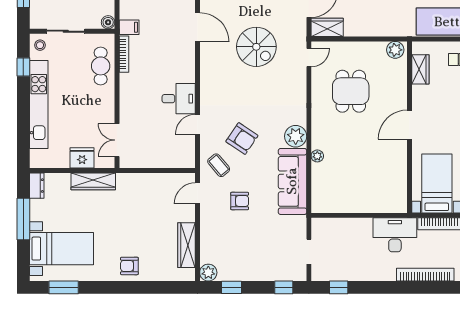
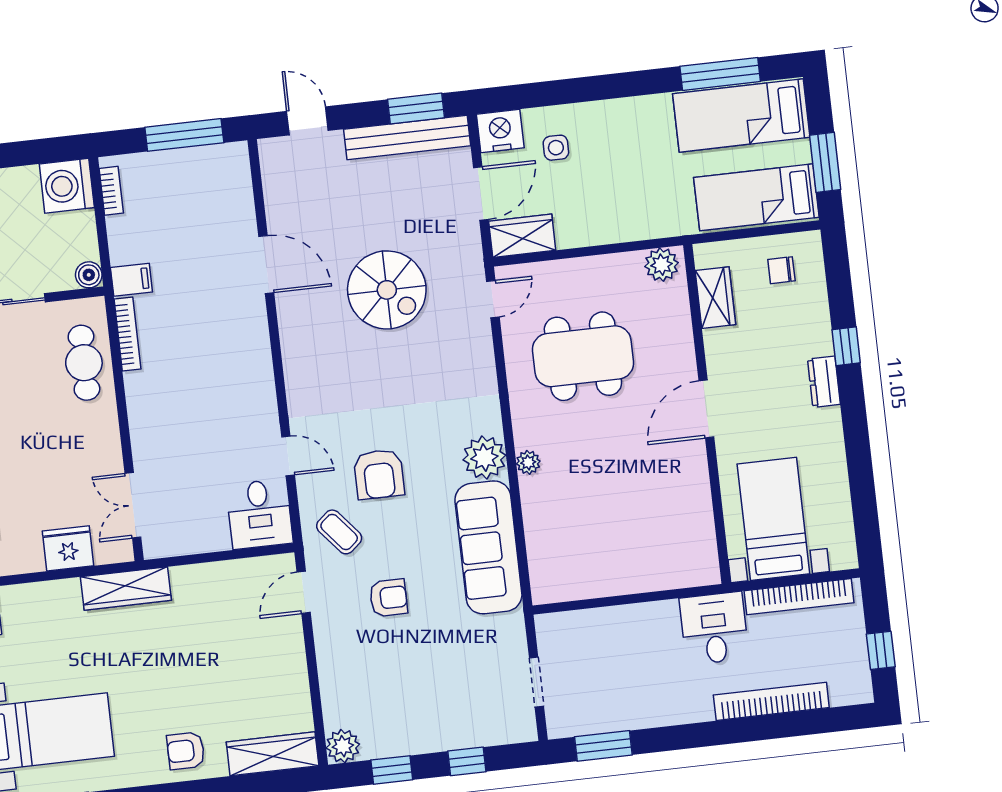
dining table: (351, 91) -> (583, 356), width x1.38
desk: (179, 99) -> (259, 514), moved, turned 90
door: (197, 124) -> (288, 456), swing flipped
armchair: (242, 139) -> (379, 474), turned 56
plant: (317, 156) -> (528, 462), moved
wardrobe: (93, 181) -> (126, 588), moved
desk: (395, 235) -> (714, 628), width x0.73
wardrobe: (186, 245) -> (273, 754), moved, turned 90
window: (284, 287) -> (467, 761), moved
window: (339, 287) -> (603, 746), width x1.50

